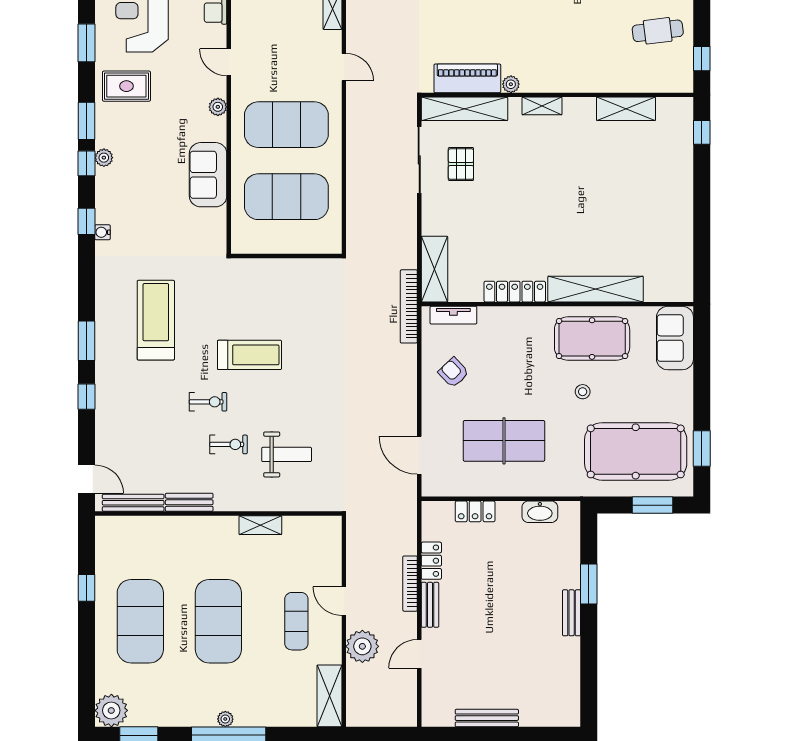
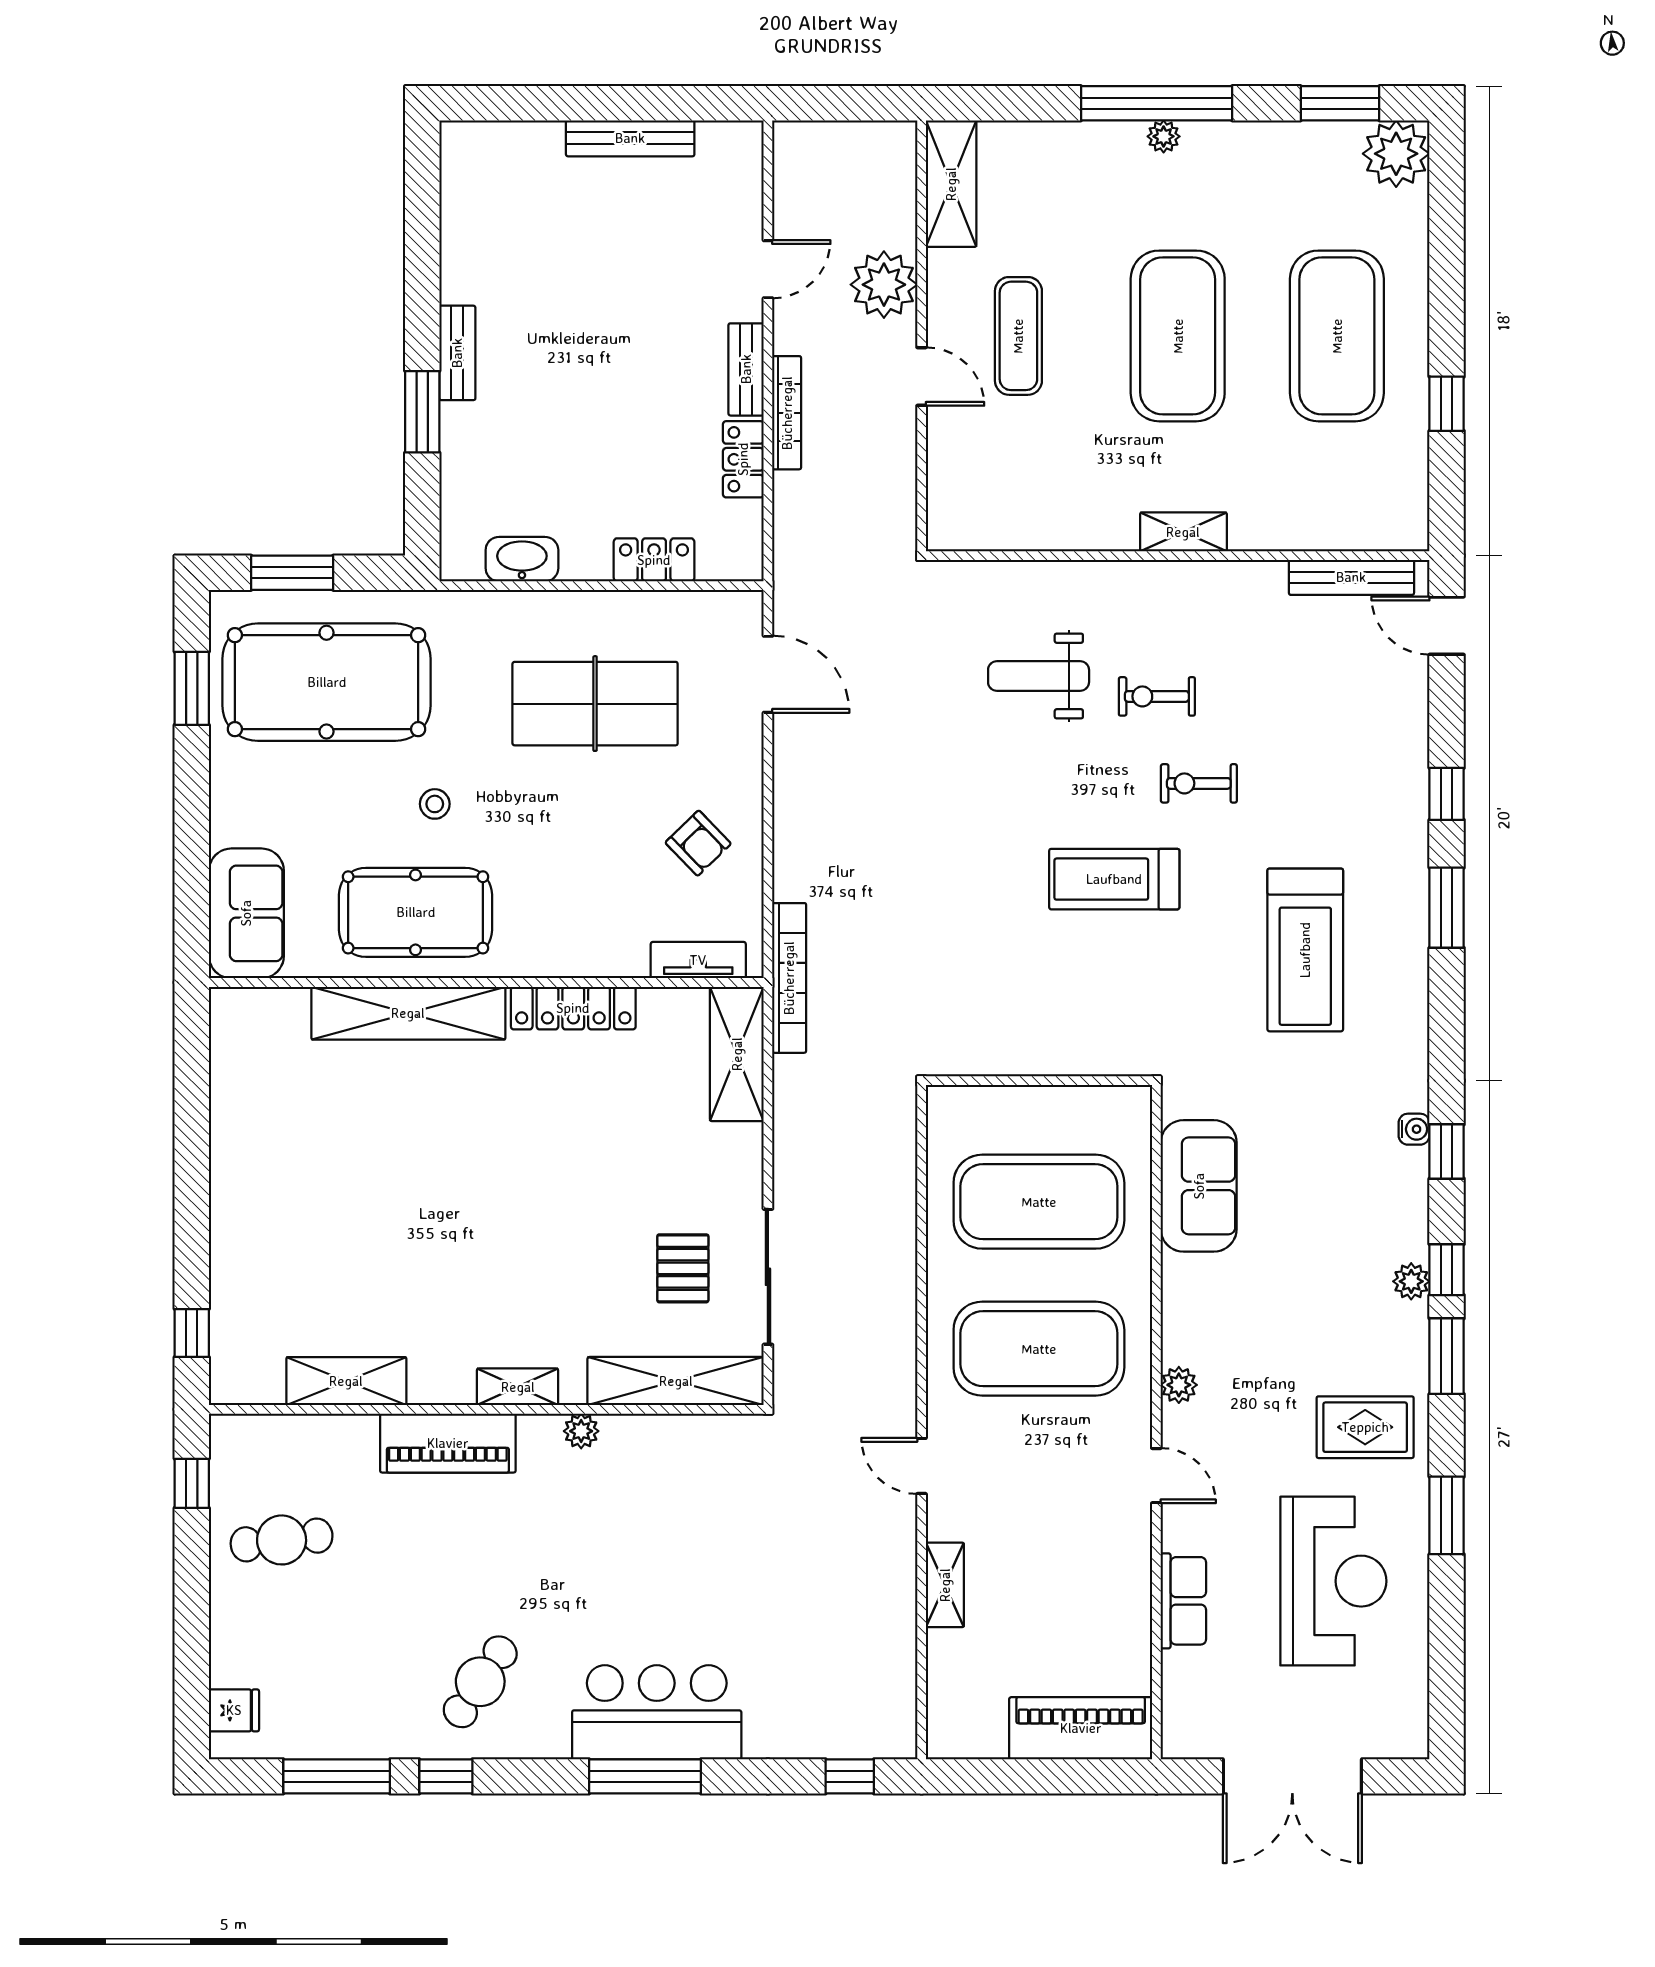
piano: (467, 78) -> (448, 1443), moved
sofa: (208, 175) -> (1199, 1186), moved
bench: (189, 502) -> (1237, 578), removed
shelving: (260, 525) -> (1183, 532), moved

